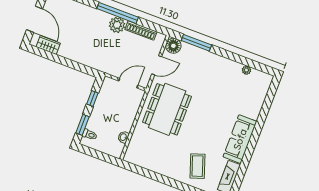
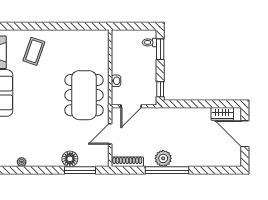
shoe rack: (141, 31) -> (127, 162), moved
floor lamp: (173, 46) -> (70, 159), moved
window: (92, 99) -> (160, 89), moved
washbasin: (123, 137) -> (116, 81), moved
coffee table: (197, 166) -> (34, 51), turned 38

